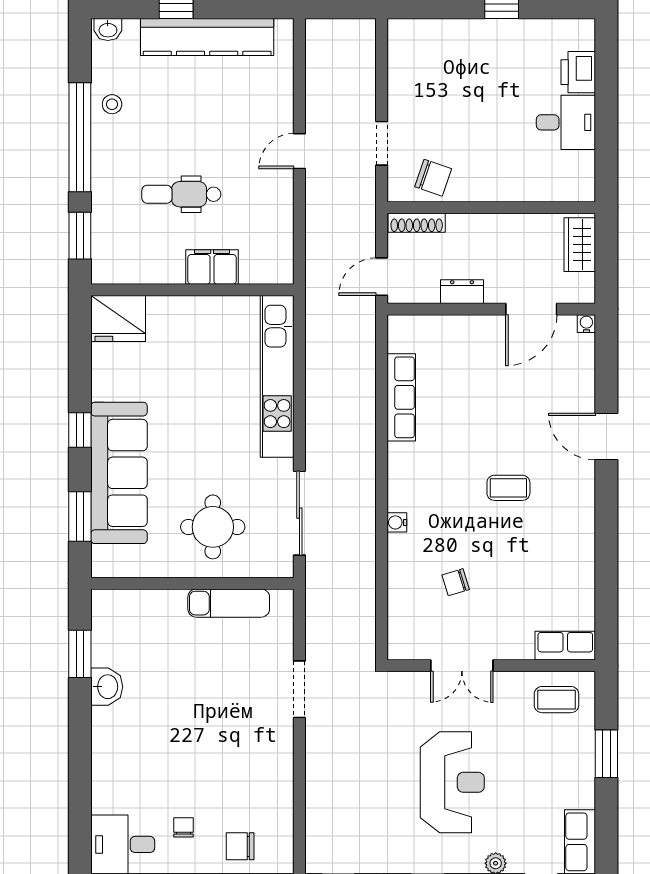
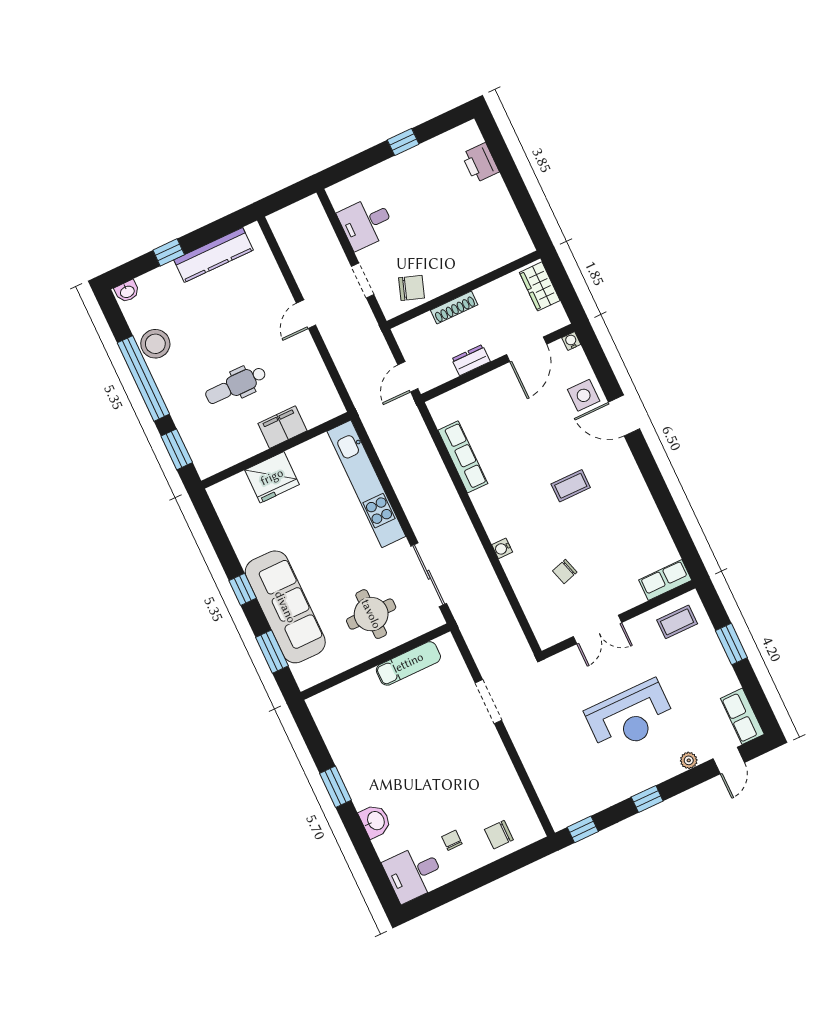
kitchen counter: (207, 37) -> (214, 255), width x0.72, depth x0.86
stool: (112, 104) -> (155, 344), width x1.89, depth x1.89
desk: (566, 122) -> (366, 223), moved, turned 180
shoe rack: (417, 223) -> (454, 307), moved
fridge: (118, 318) -> (272, 477), moved
side table: (571, 392) -> (584, 395), added
window: (80, 654) -> (336, 787), moved
washbasin: (107, 687) -> (375, 821), moved
reception desk: (452, 782) -> (630, 717), turned 90

